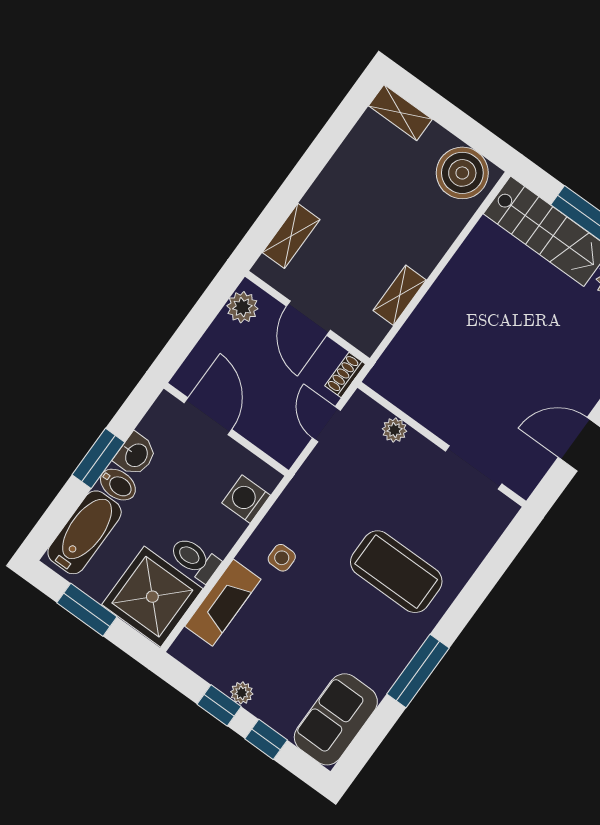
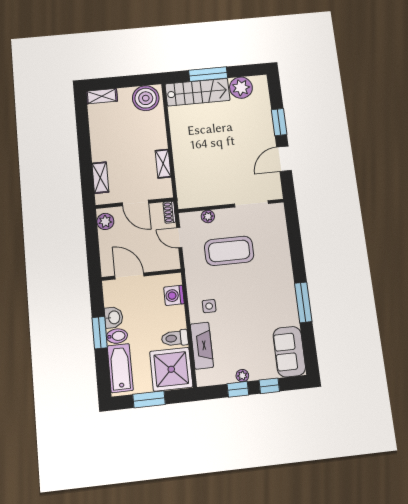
coffee table: (396, 572) -> (229, 251), moved

